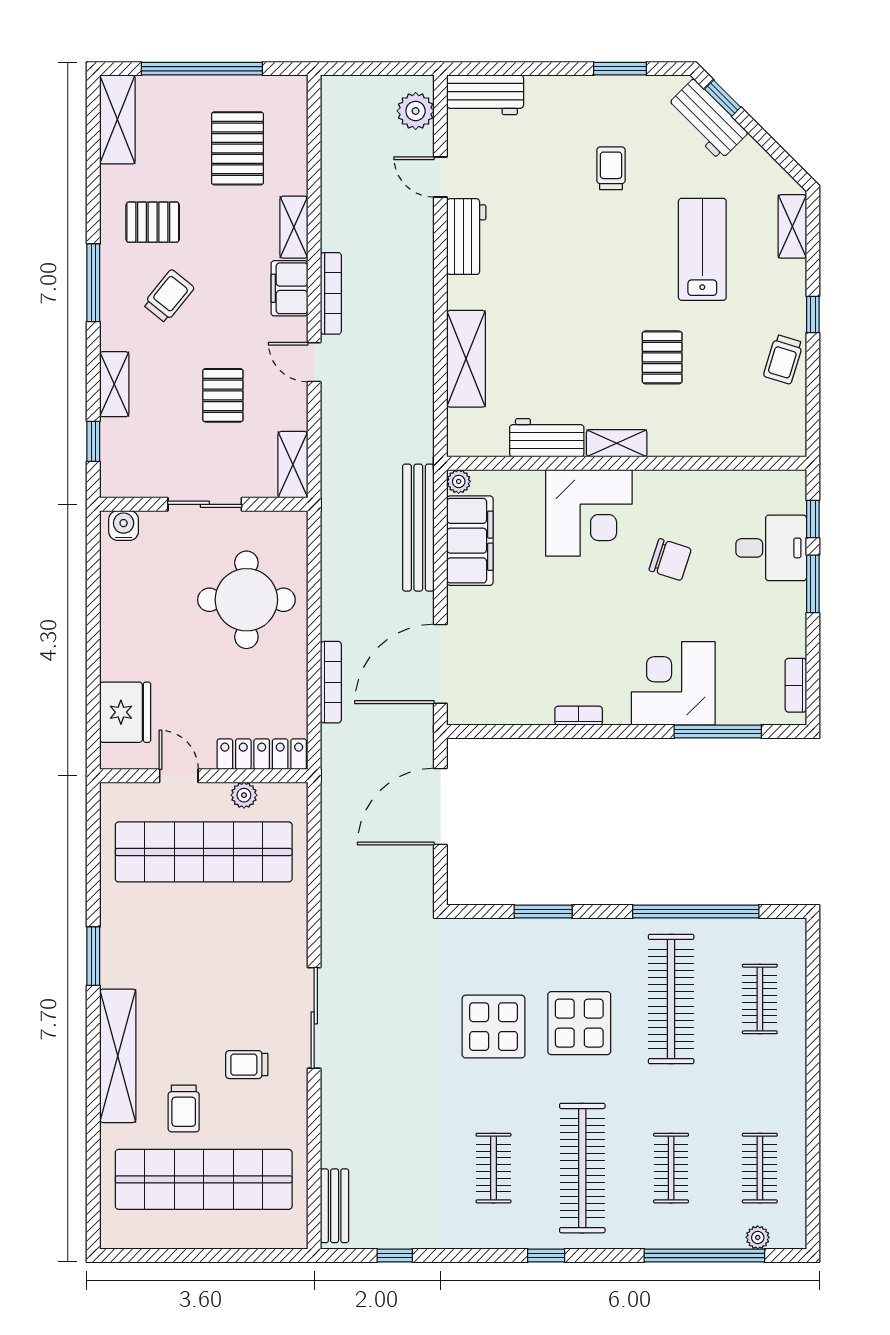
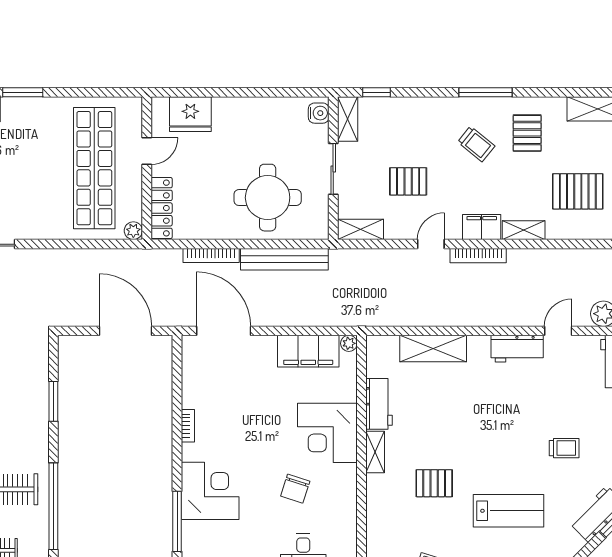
shelving: (114, 384) -> (348, 119), moved, turned 90
bench: (418, 528) -> (284, 259), moved
plant: (244, 795) -> (133, 231), moved

